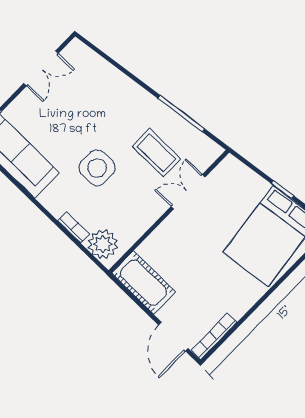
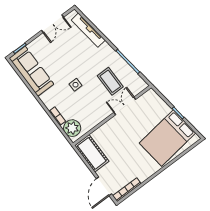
tv unit: (105, 70) -> (88, 30), added
side table: (97, 168) -> (76, 85), width x0.54, depth x0.54

